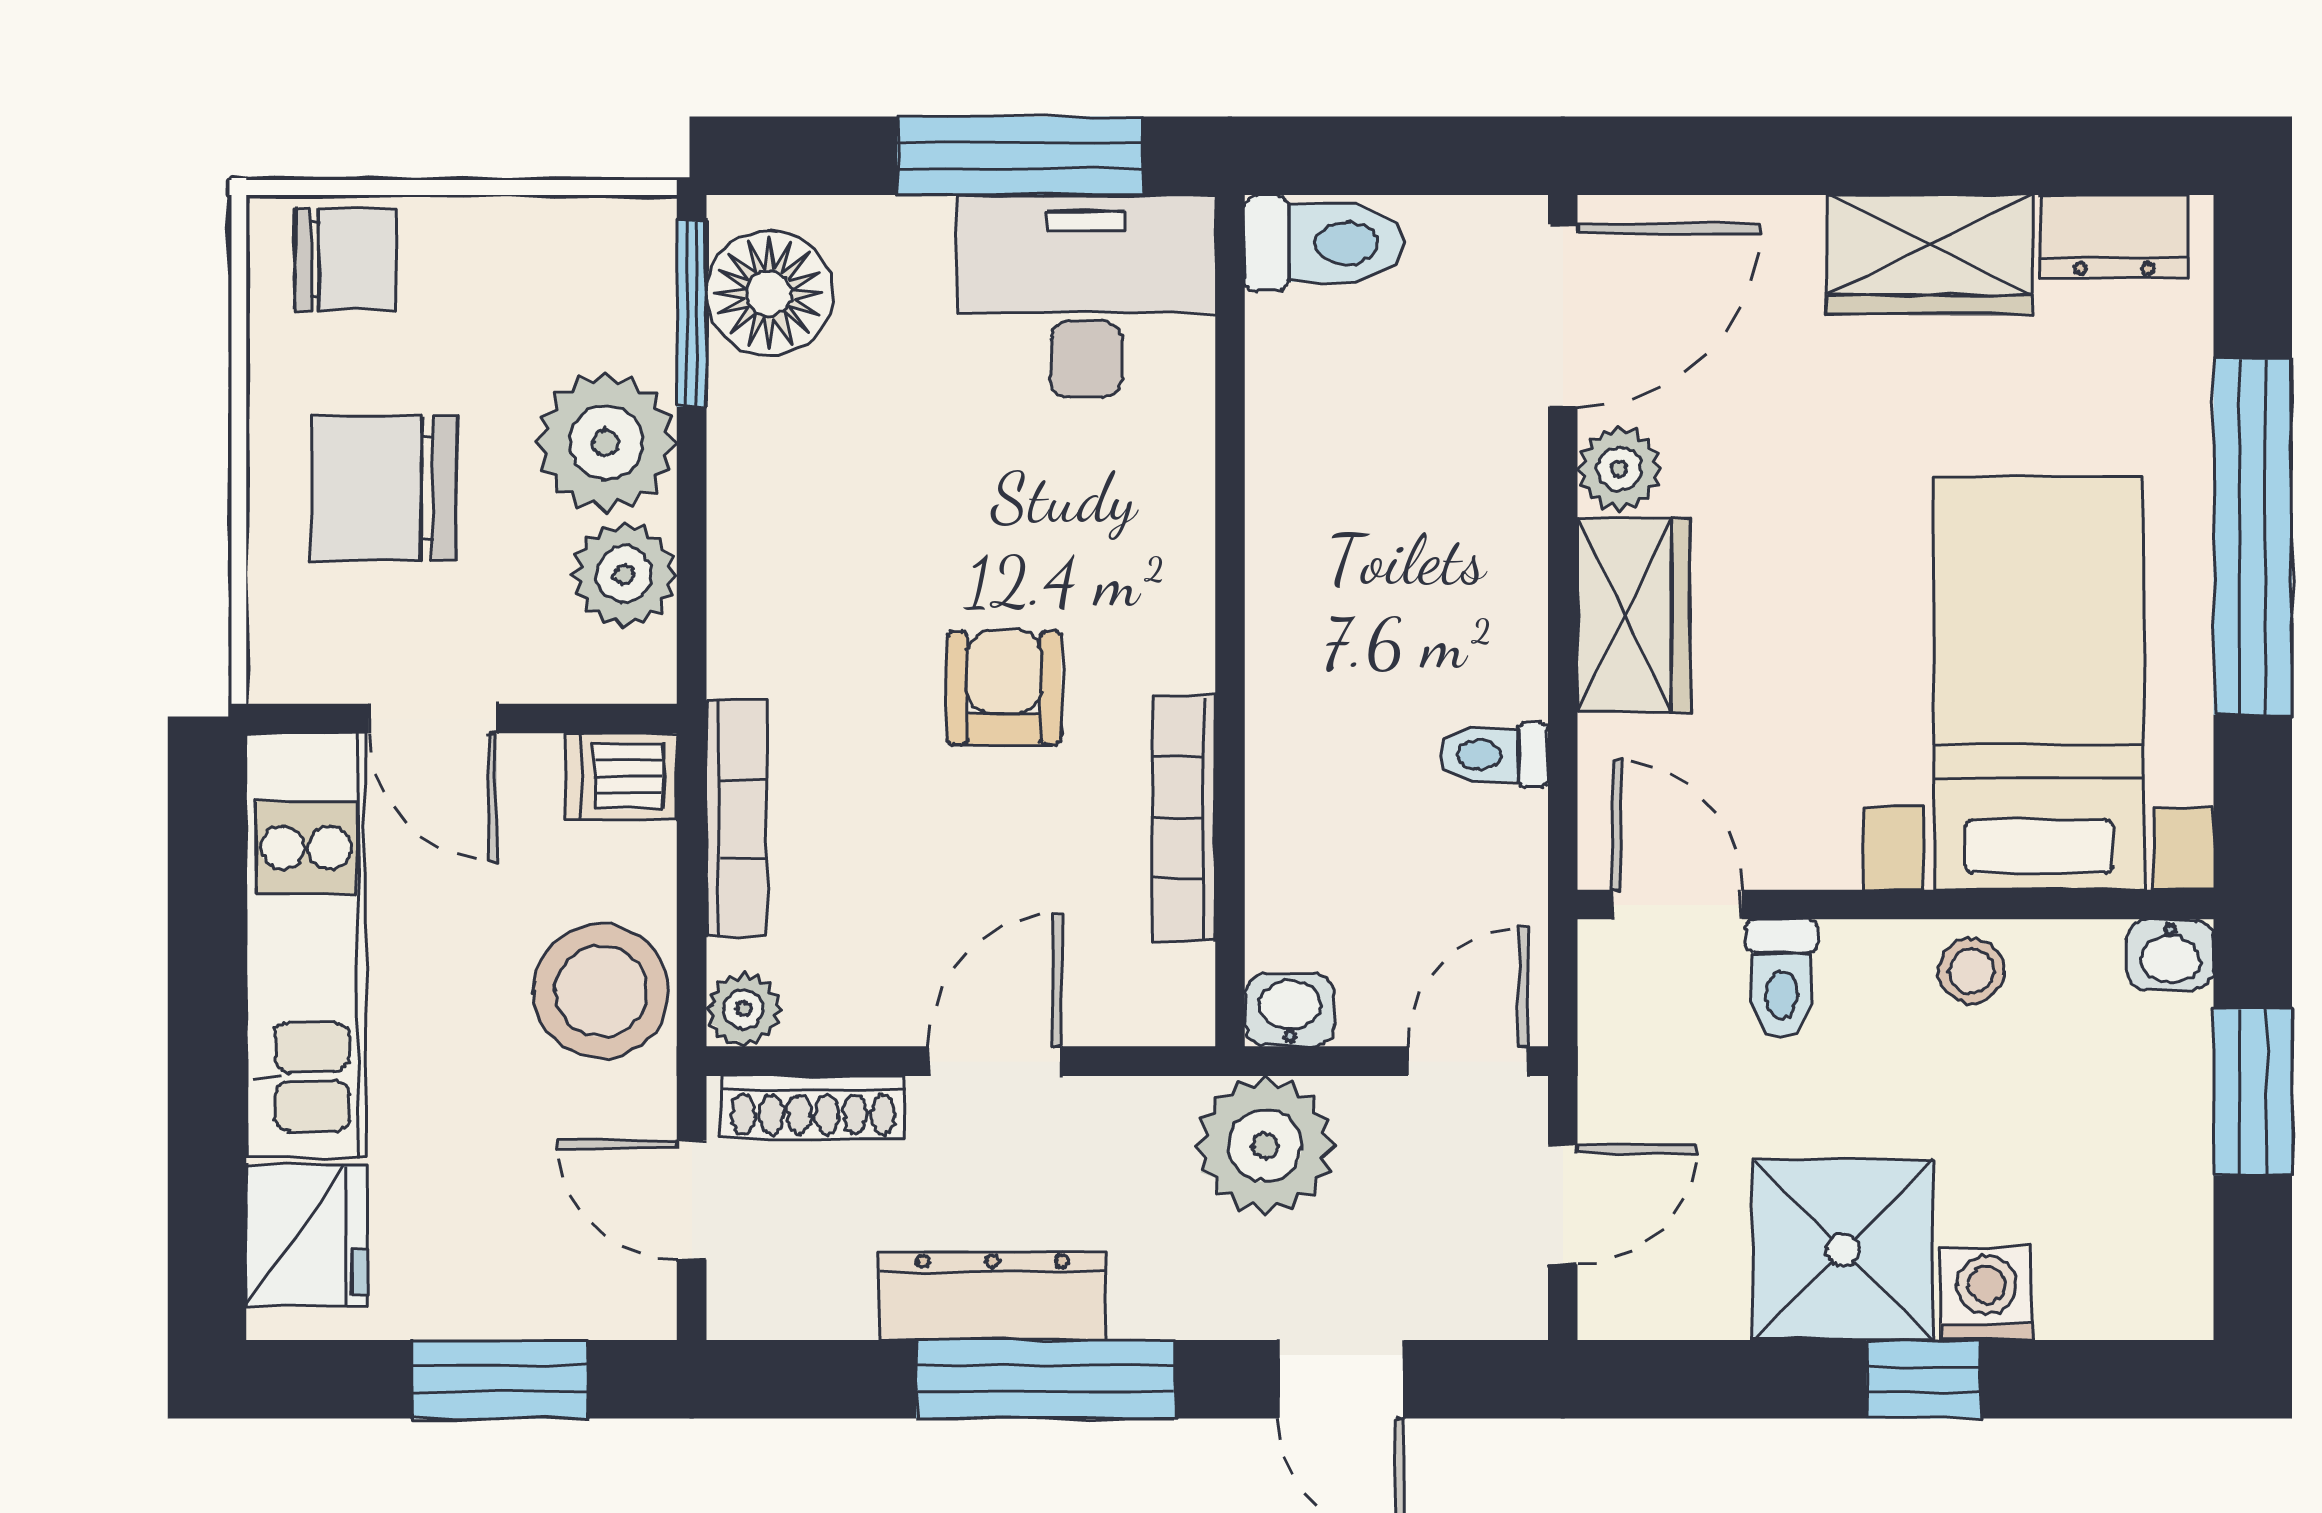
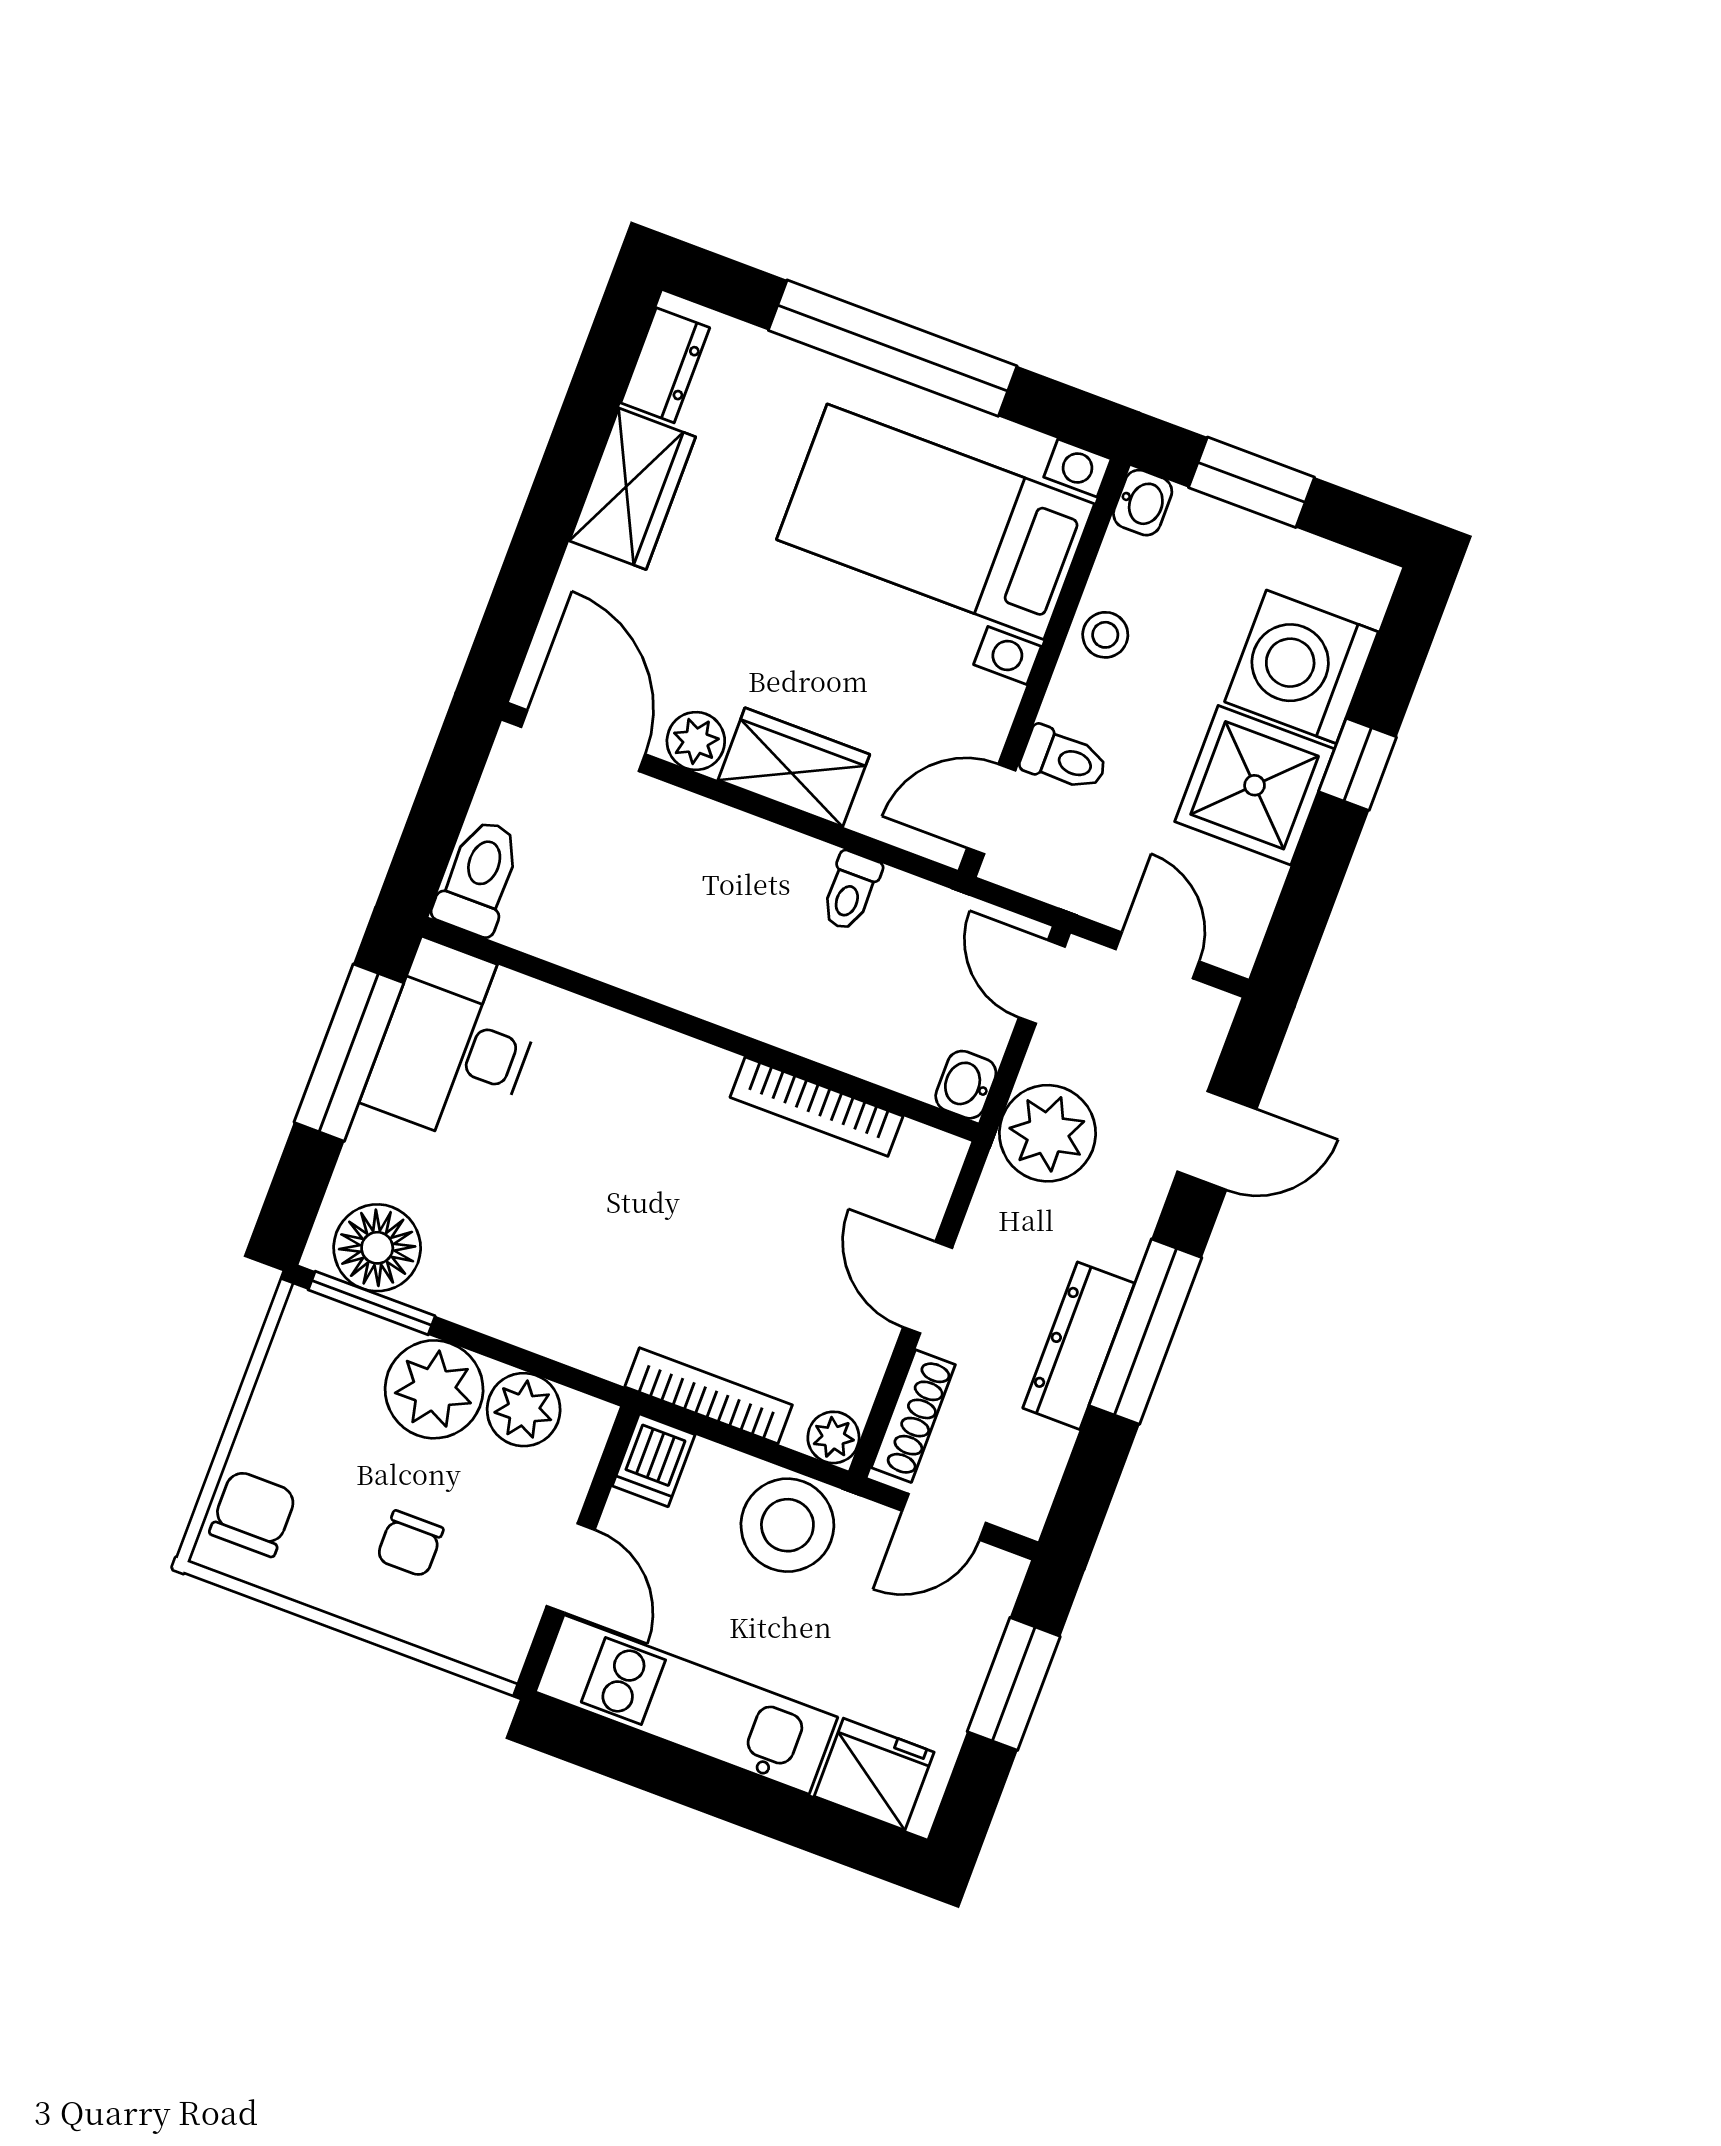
chair: (384, 488) -> (410, 1544), width x0.54, depth x0.54
armchair: (1004, 688) -> (689, 1191), removed
door: (433, 719) -> (571, 1568), hinge flipped
washing machine: (1987, 1294) -> (1301, 667), width x1.89, depth x1.89

